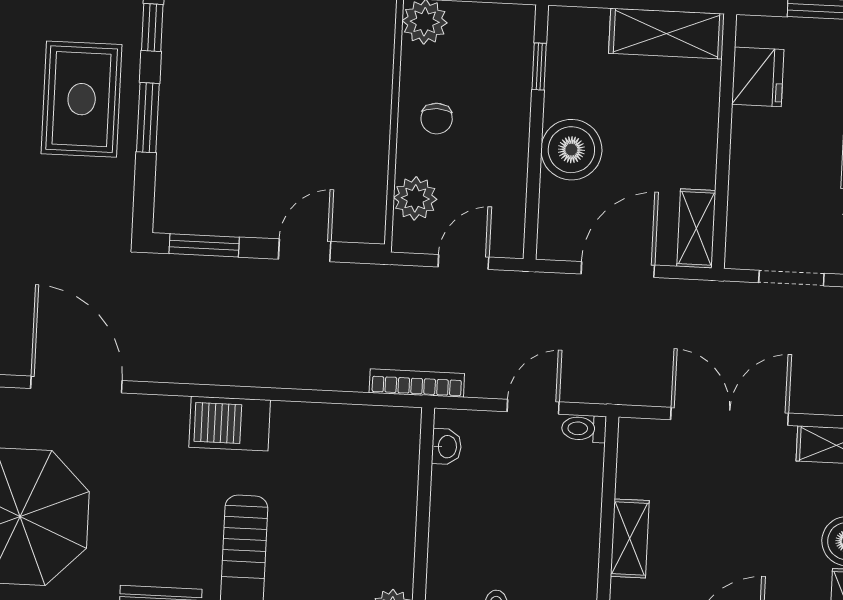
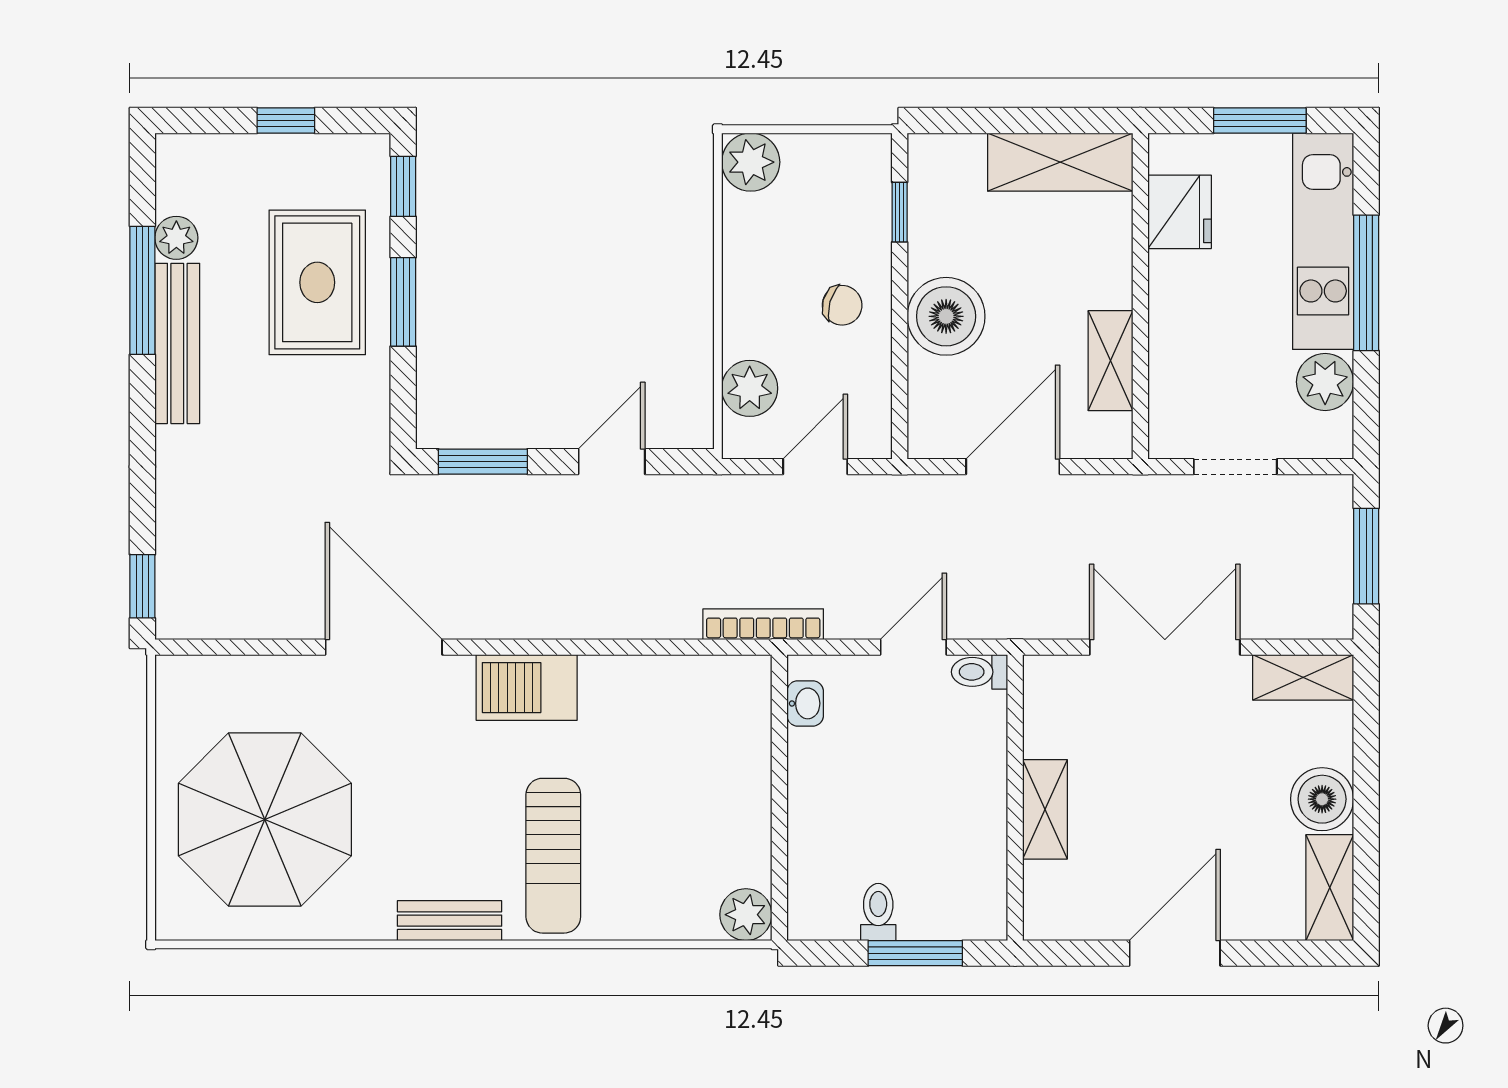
chair: (437, 119) -> (842, 305), moved, turned -74
shelving: (696, 228) -> (1110, 361), moved
door: (76, 384) -> (384, 647), moved

